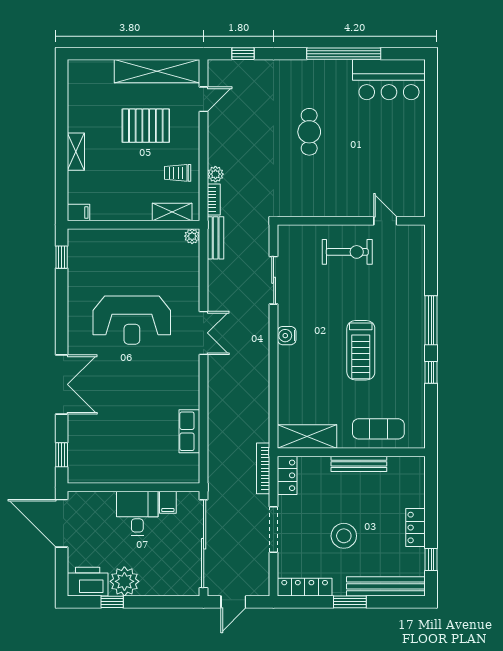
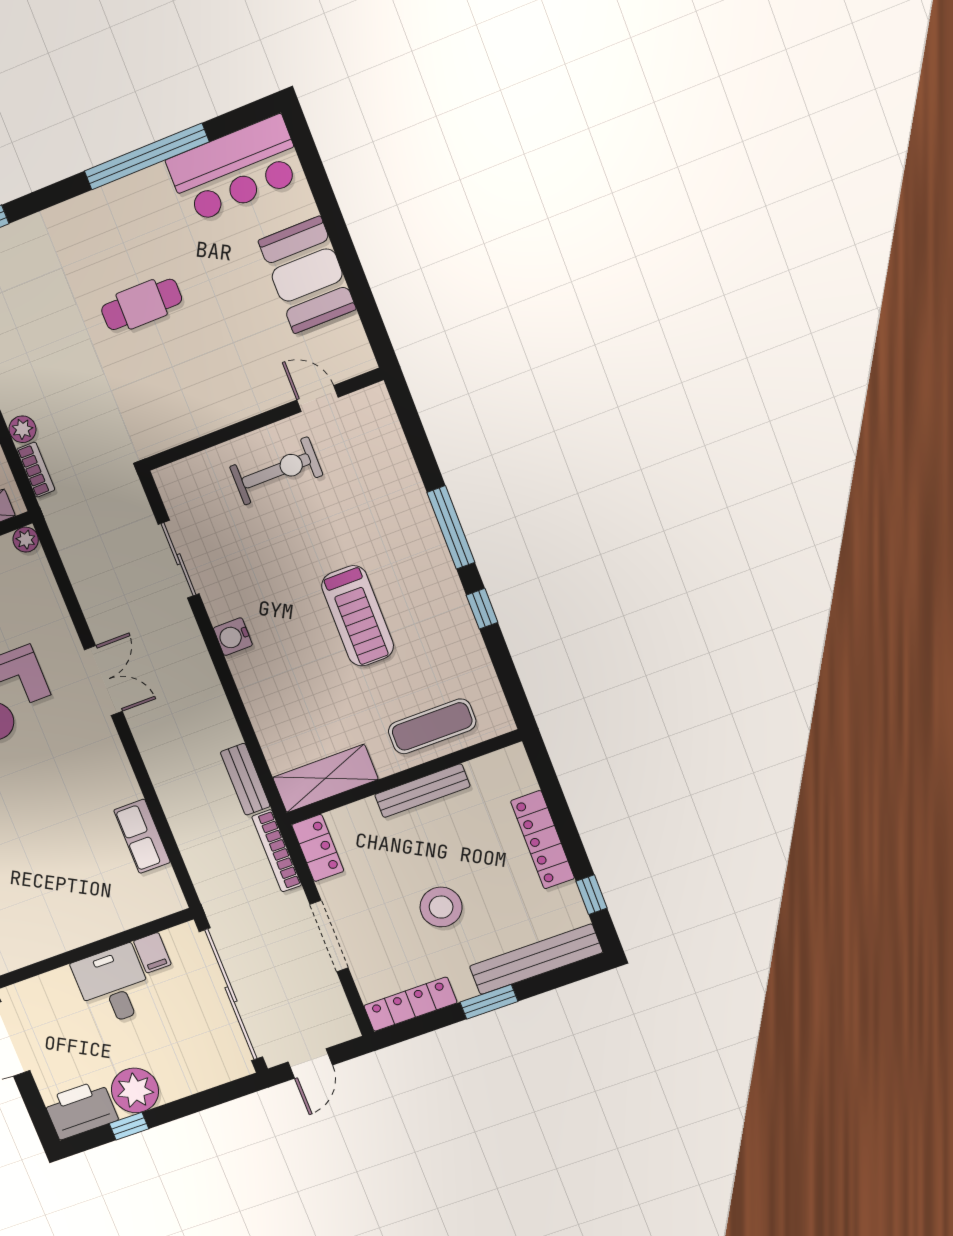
cafe table: (309, 132) -> (142, 304), turned 90
booth: (406, 152) -> (307, 275), added
bench: (216, 238) -> (245, 779), moved
locker: (415, 528) -> (543, 840), width x1.53

